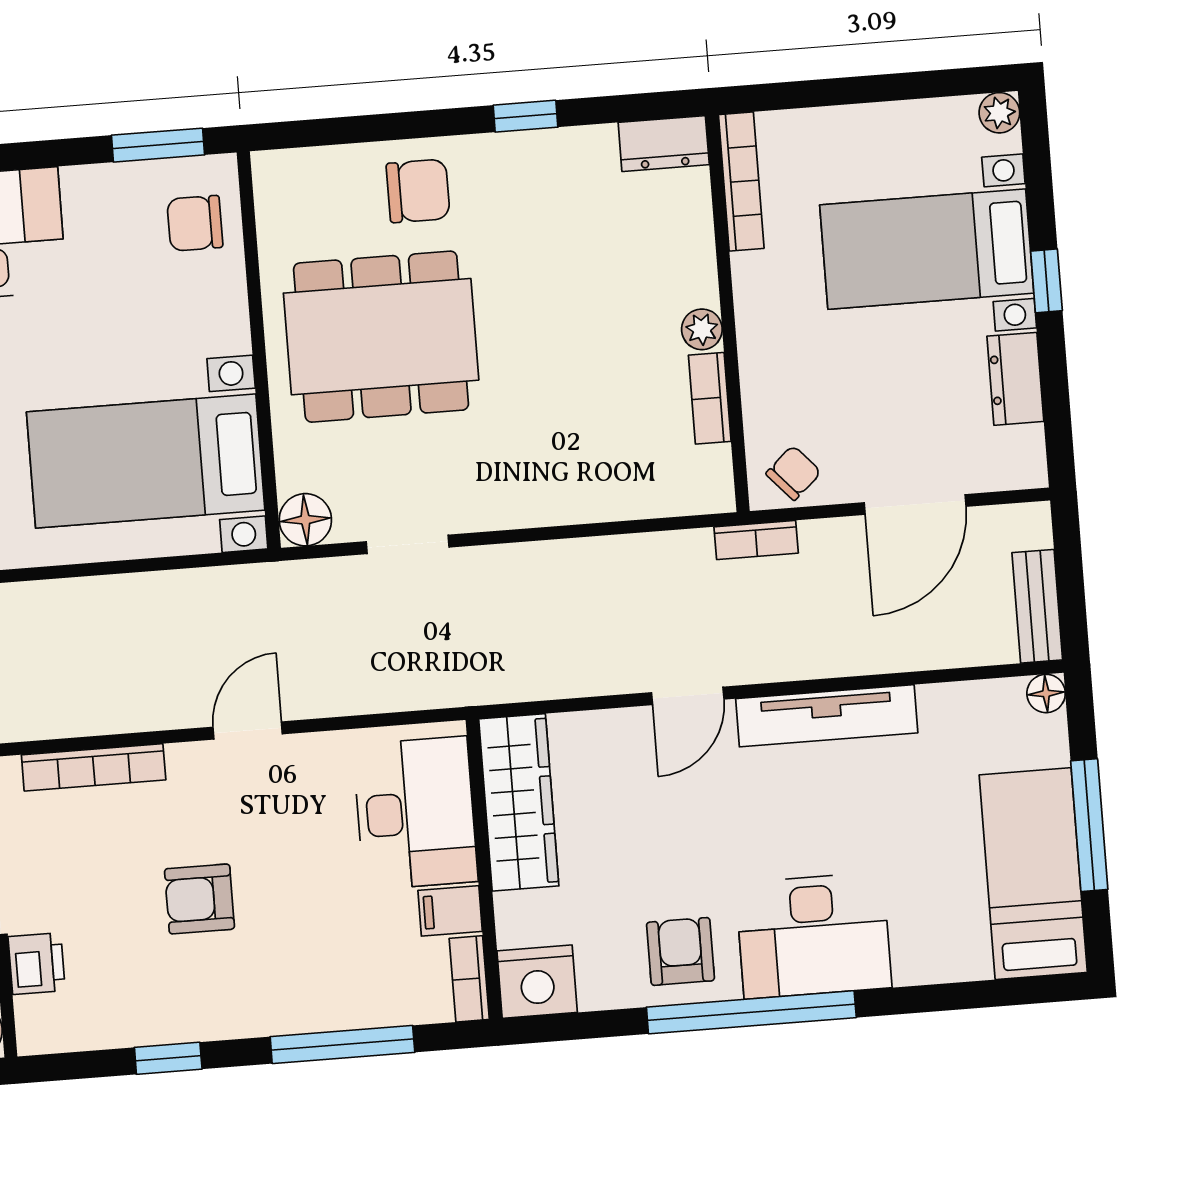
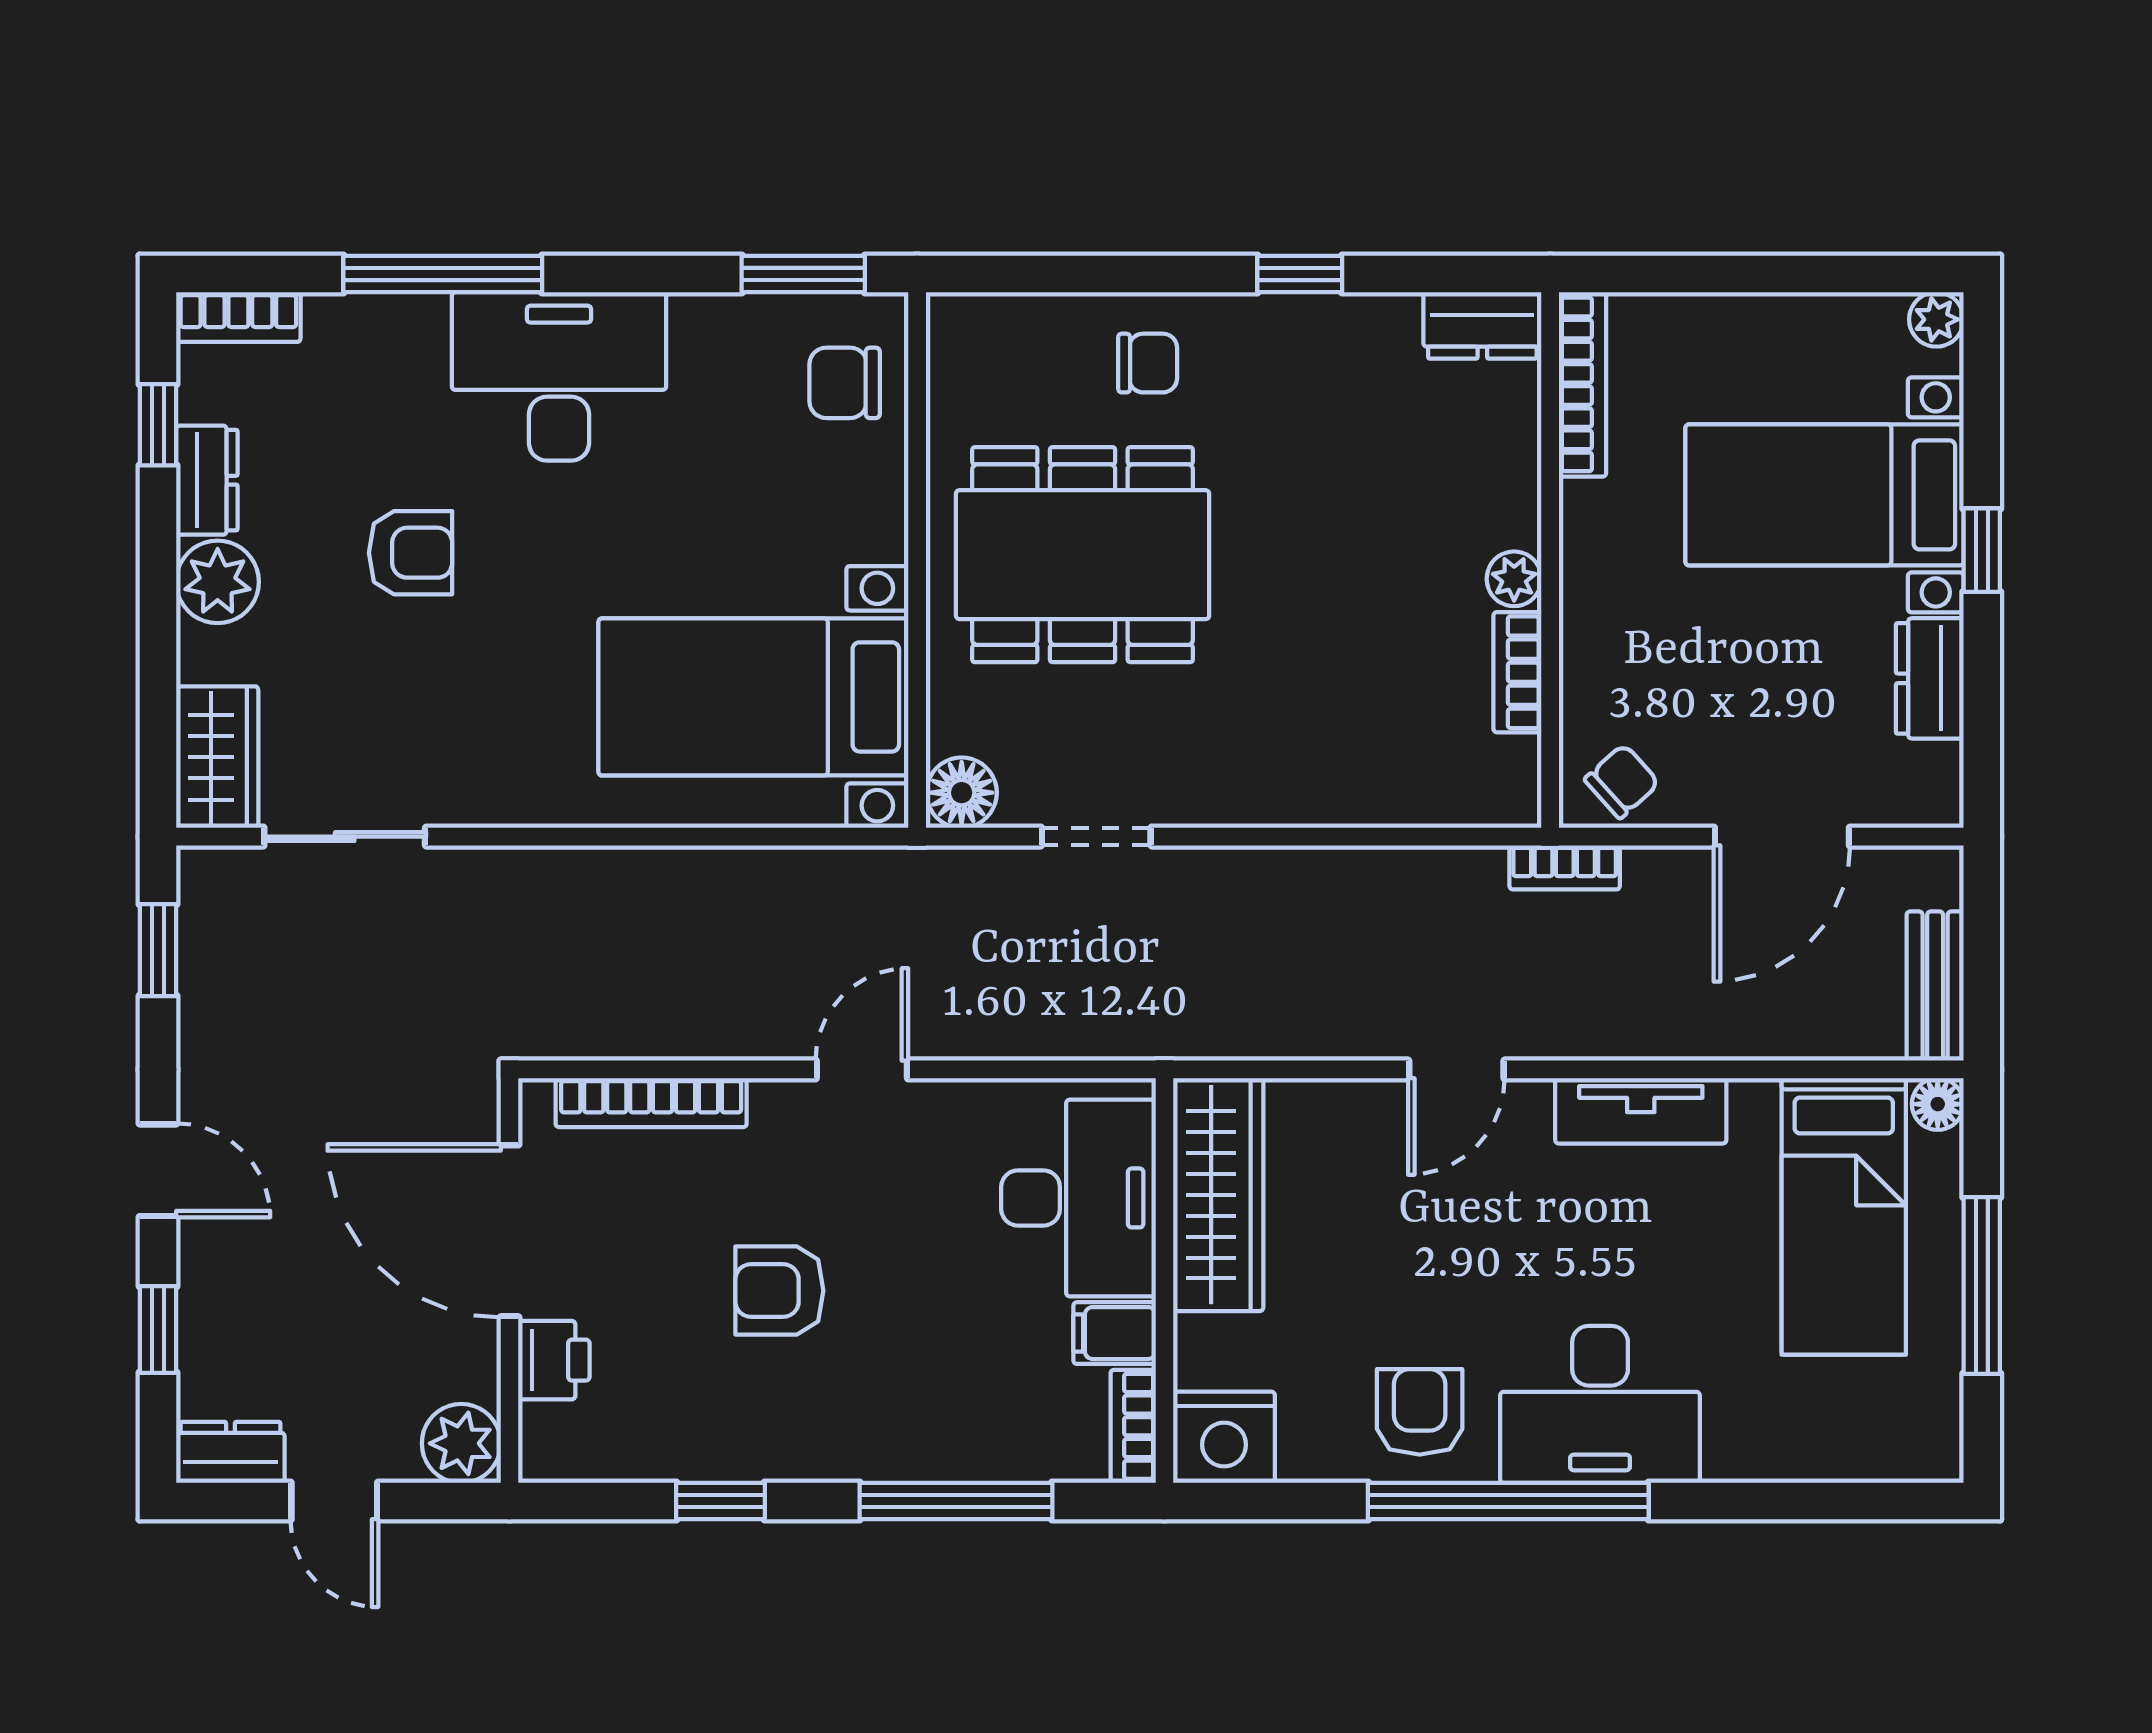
chair: (418, 191) -> (1148, 363), width x0.73, depth x0.73
tv unit: (827, 716) -> (1641, 1111), width x0.71
bed: (1033, 874) -> (1844, 1216), moved, turned 180

